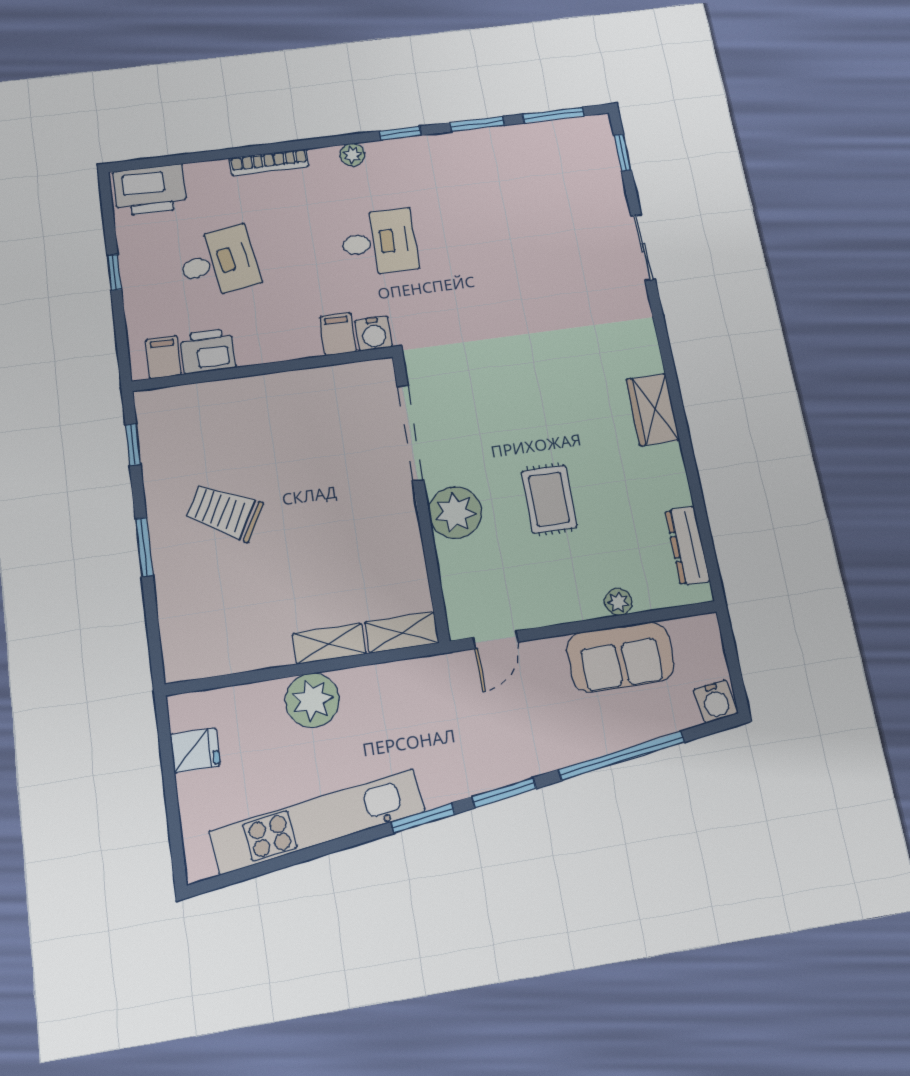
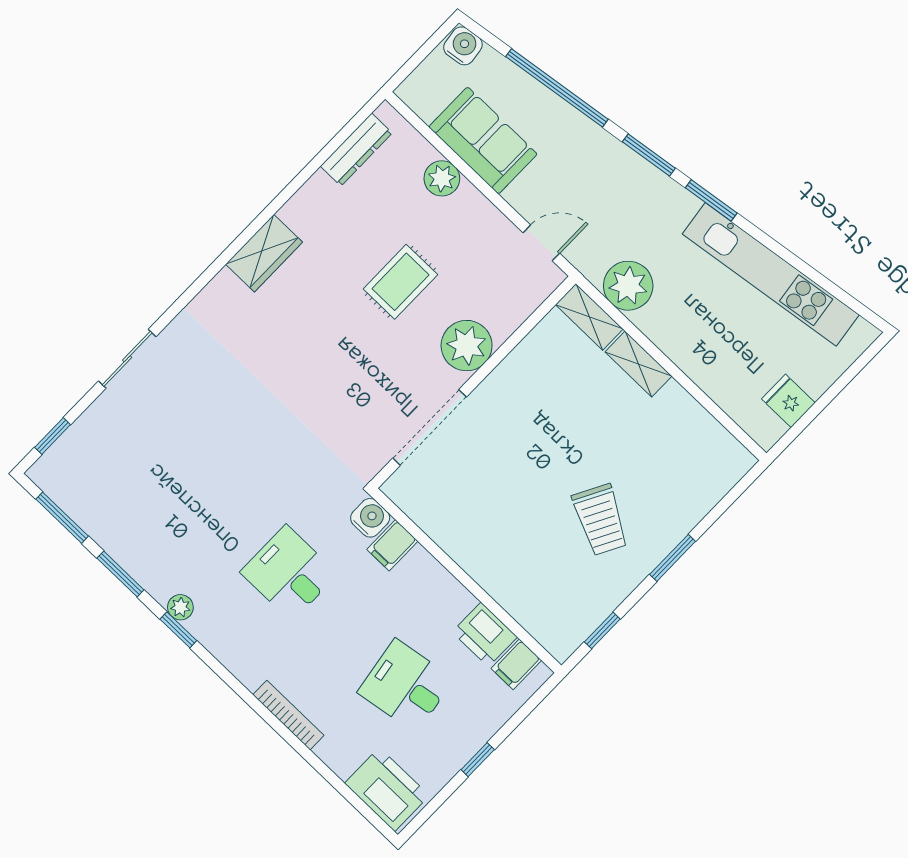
plant: (352, 155) -> (180, 607), moved
plant: (618, 602) -> (442, 178), width x1.38, depth x1.38
plant: (312, 700) -> (628, 286), moved

